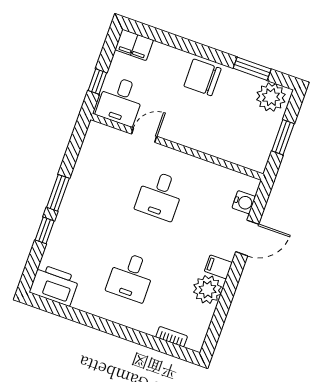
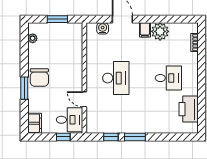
window: (252, 69) -> (24, 88), moved
plant: (271, 97) -> (33, 38), width x0.53, depth x0.53
desk: (160, 195) -> (116, 78), width x1.37
window: (45, 230) -> (111, 137), moved
printer: (54, 285) -> (189, 109), moved

